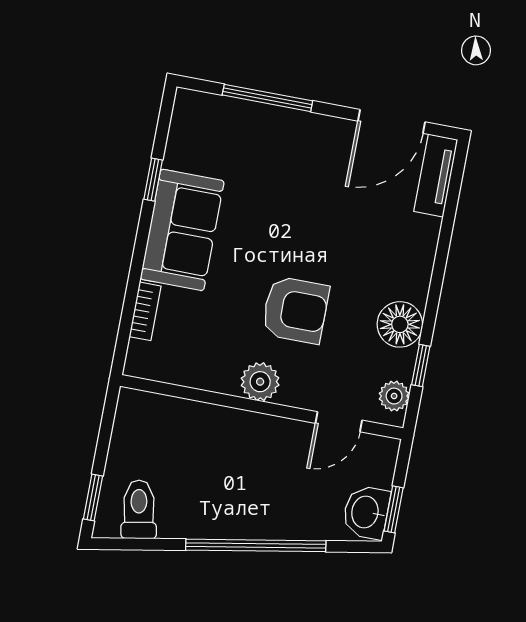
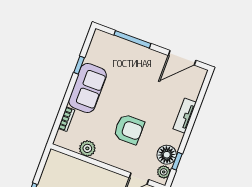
tv unit: (436, 175) -> (185, 116), moved
floor lamp: (400, 324) -> (167, 155), moved
plant: (260, 382) -> (87, 148), moved

